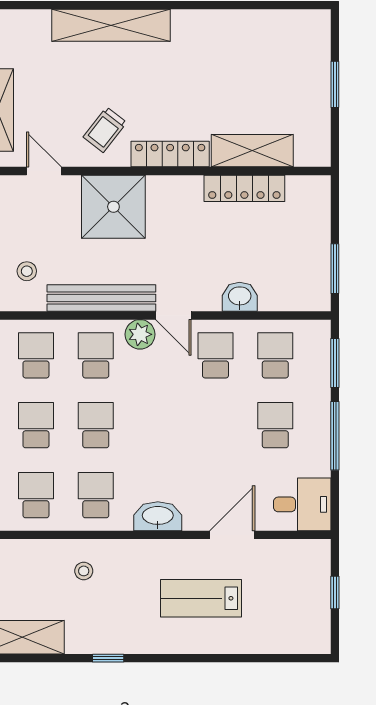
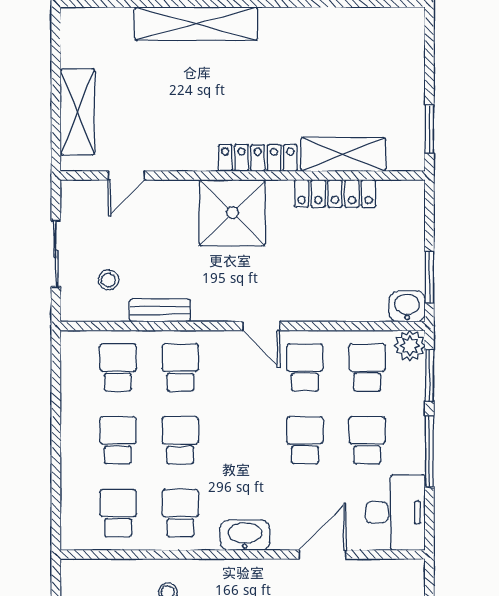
window: (335, 84) -> (429, 129), moved
trolley: (105, 130) -> (190, 133), removed
door: (44, 171) -> (126, 176), swing flipped
shower: (113, 207) -> (232, 213), moved
washbasin: (240, 297) -> (407, 306), moved
bench: (101, 298) -> (160, 310), width x0.54, depth x0.82
plant: (140, 334) -> (410, 346), moved
school desk: (215, 425) -> (305, 440), added
desk: (302, 504) -> (395, 512), width x1.37

